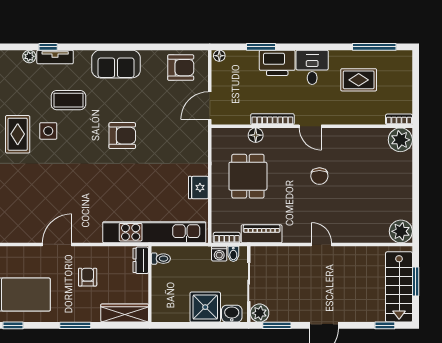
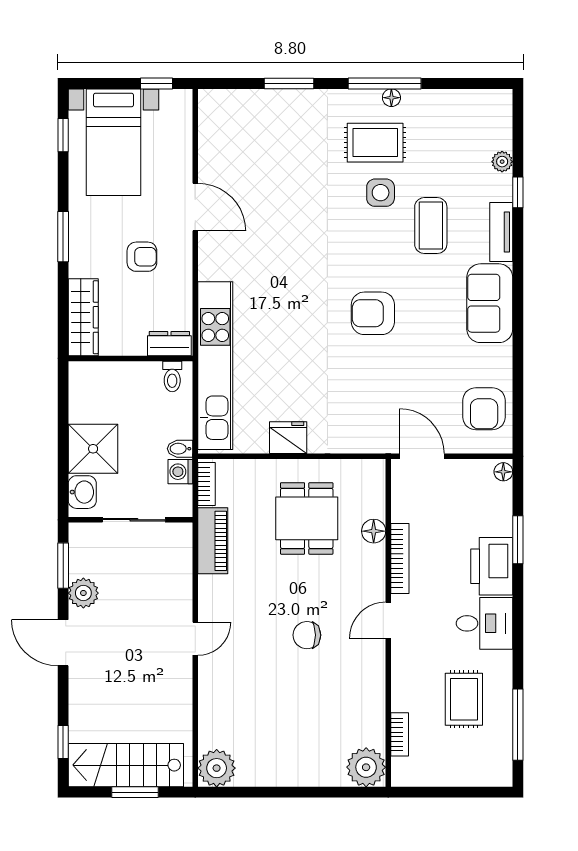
tv unit: (55, 57) -> (501, 232), moved
bookcase: (399, 119) -> (400, 734), moved
armchair: (122, 136) -> (373, 313), turned 90
dining table: (248, 176) -> (307, 518), turned 90
bidet: (233, 254) -> (180, 449), moved
plant: (260, 313) -> (83, 593), moved

